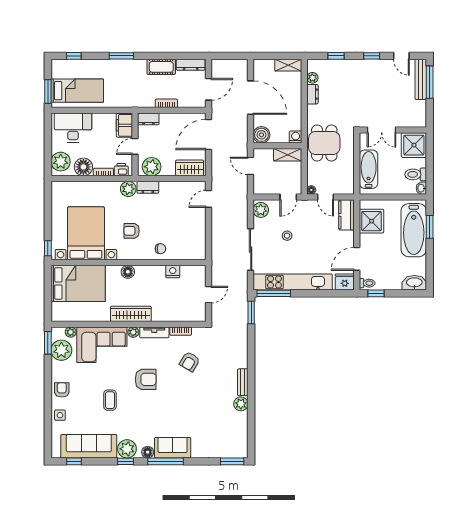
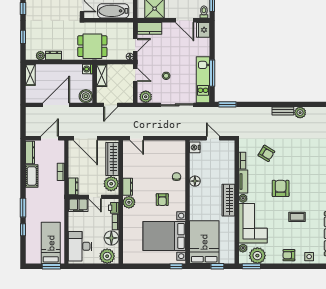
window: (74, 56) -> (23, 230), moved
door: (209, 89) -> (50, 138), hinge flipped
wardrobe: (190, 168) -> (112, 159), width x1.50
floor lamp: (128, 272) -> (195, 181), moved
nightstand: (173, 272) -> (195, 147), moved
kitchen unit: (293, 282) -> (203, 80), width x0.73
window: (274, 293) -> (212, 73), moved
window: (48, 300) -> (217, 266), added

